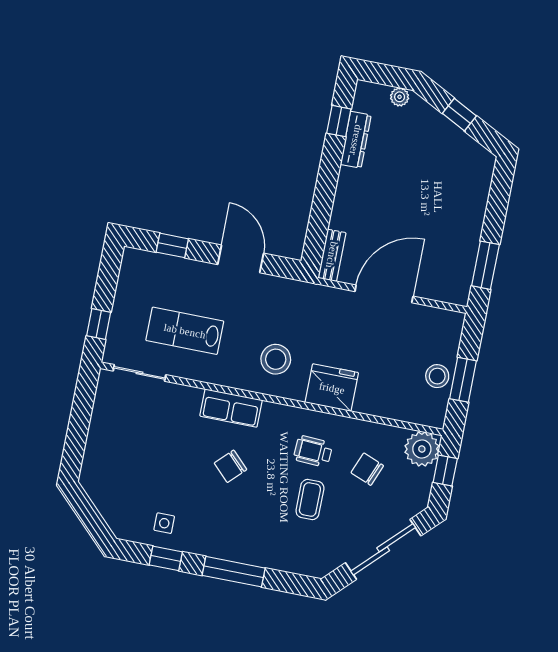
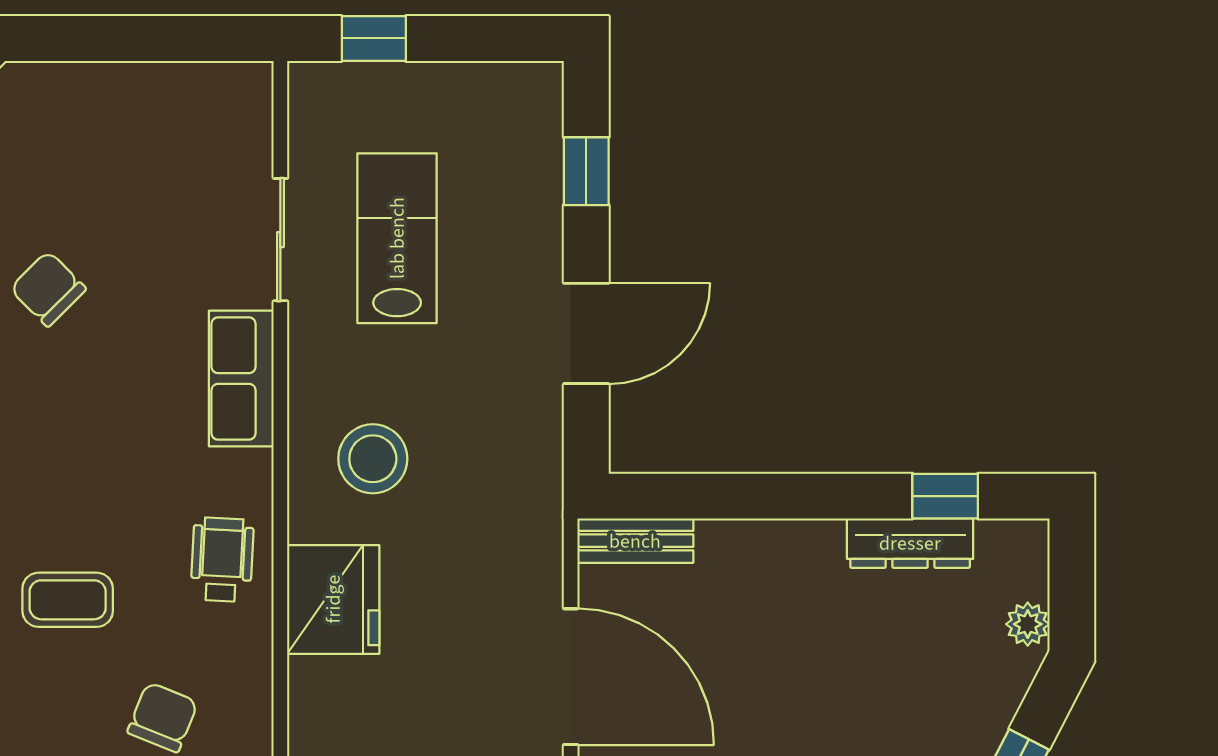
sliding door: (139, 373) -> (280, 240), moved
wheelchair: (313, 451) -> (222, 560), moved
chair: (231, 466) -> (48, 289), moved

